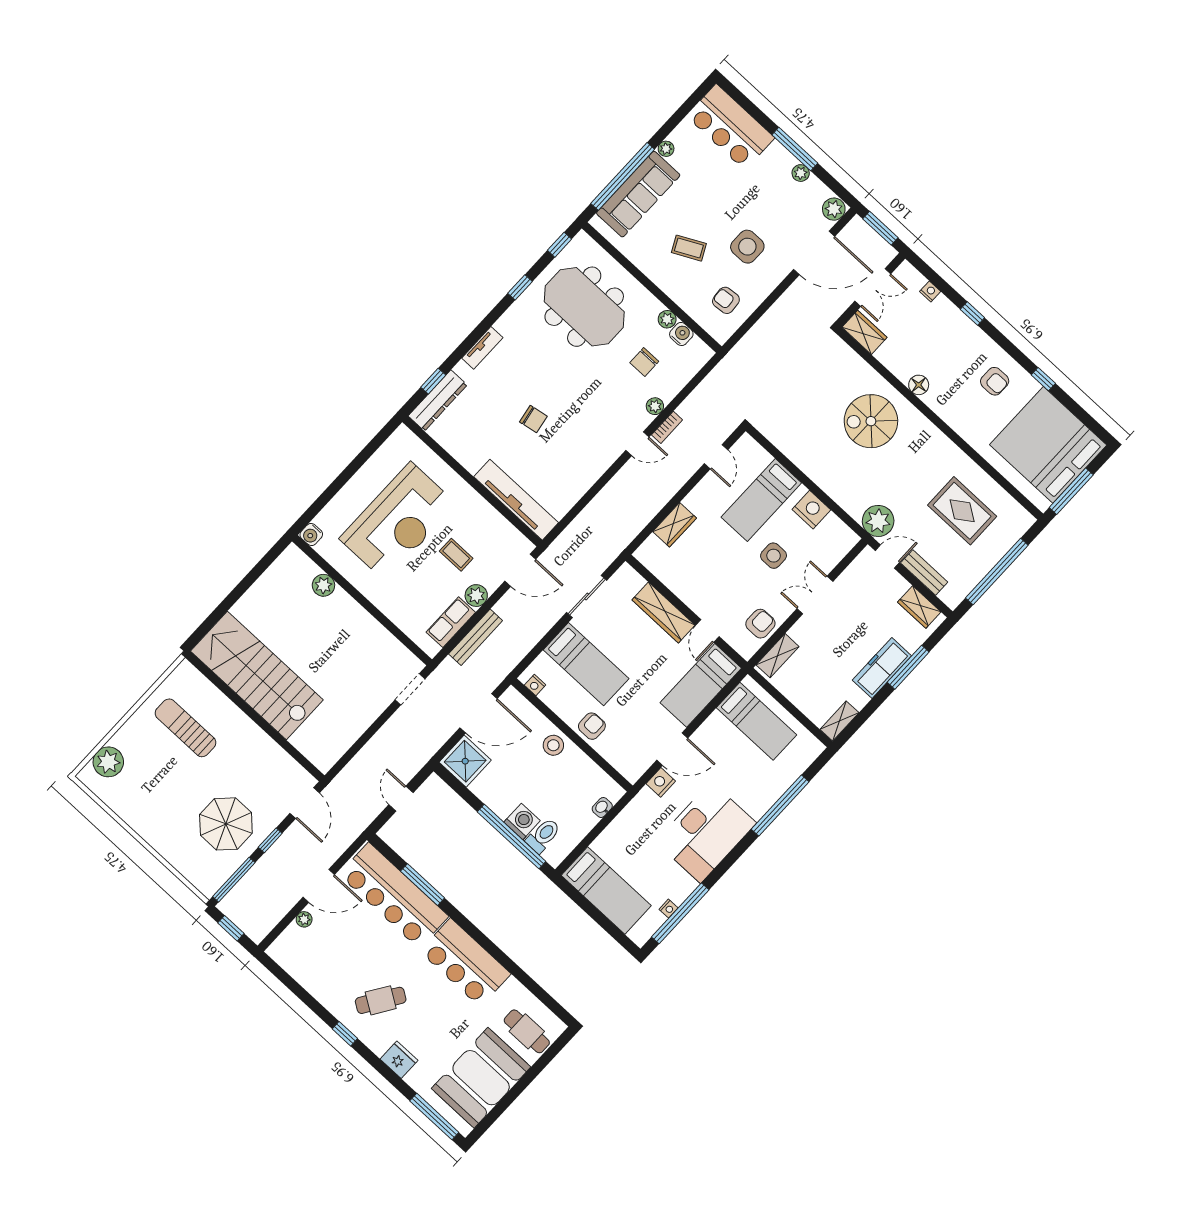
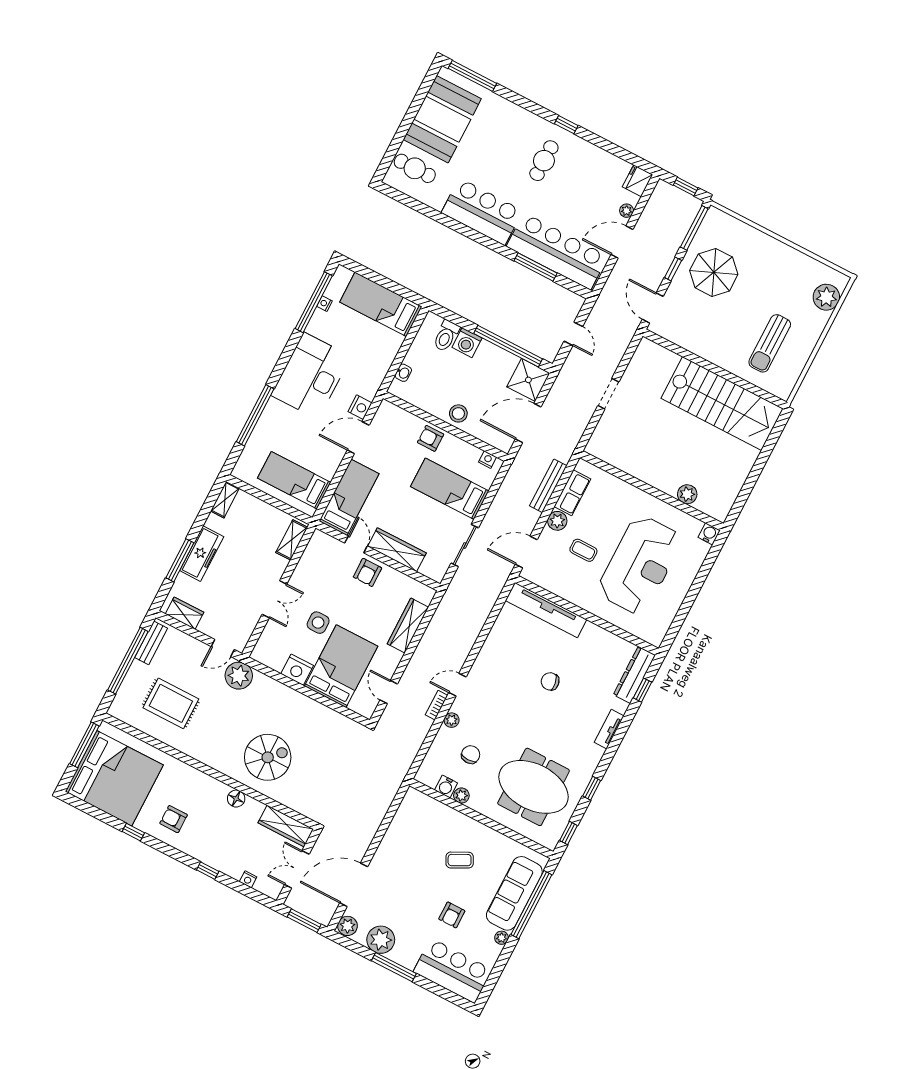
plant: (801, 173) -> (381, 940), width x1.87, depth x1.87
side table: (747, 247) -> (411, 875), removed
armchair: (726, 300) -> (452, 915), moved, turned 95
wardrobe: (864, 332) -> (286, 826), width x1.50
bed: (761, 500) -> (341, 666), width x1.50
reception desk: (398, 521) -> (640, 565), turned 180
wardrobe: (675, 525) -> (408, 626), width x1.50
bench: (924, 573) -> (151, 643), moved, turned 90
armchair: (760, 624) -> (368, 572), moved
doorway: (410, 689) -> (608, 394), moved
armchair: (592, 726) -> (431, 438), turned 90
sun lounger: (185, 728) -> (770, 343), turned 90
window: (512, 837) -> (508, 346), moved
cafe table: (381, 1000) -> (544, 161), turned -33
fridge: (399, 1060) -> (638, 181), moved, turned 90

